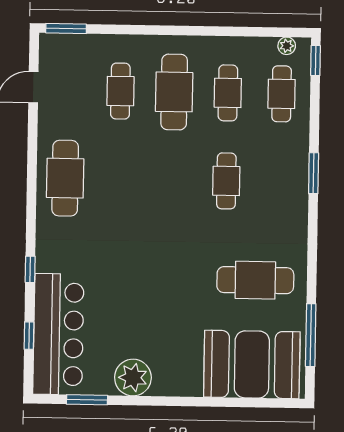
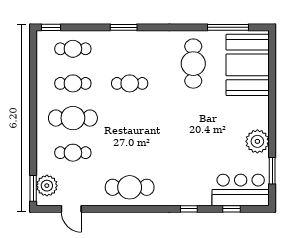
plant: (287, 46) -> (47, 186), moved, width x1.87, depth x1.87
bar counter: (58, 334) -> (241, 190), width x0.73

